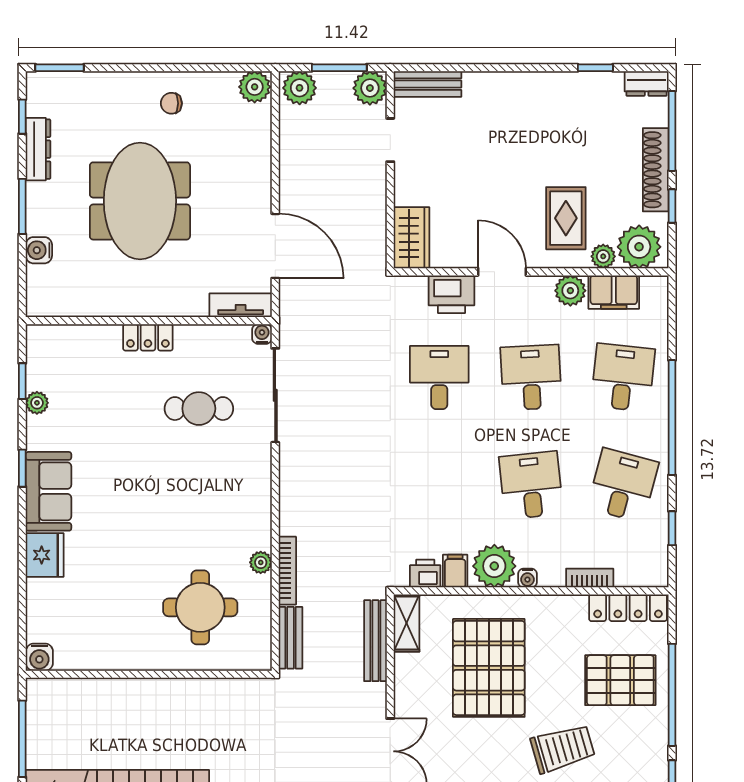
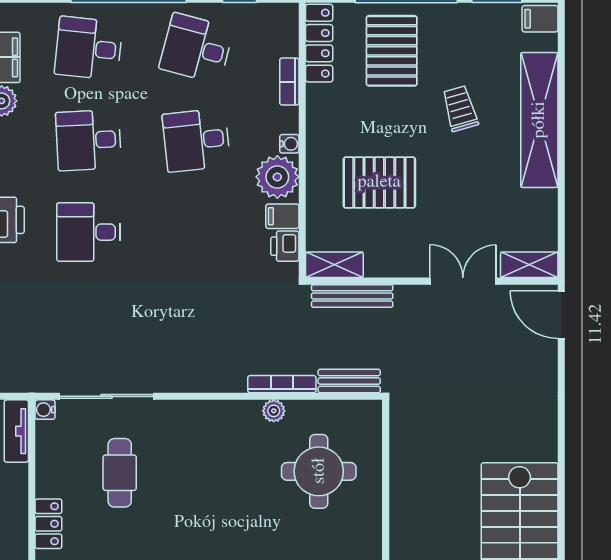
pallet: (489, 668) -> (379, 182), width x0.73, depth x0.71
trolley: (563, 748) -> (460, 109), width x0.73, depth x0.72

